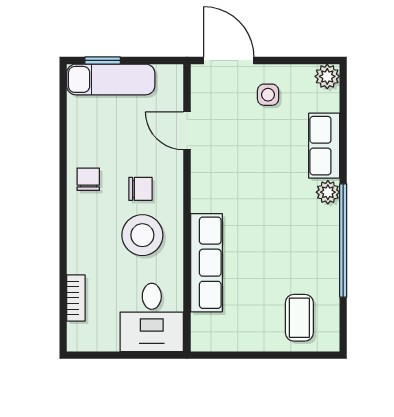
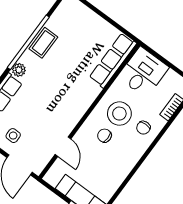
chair: (88, 179) -> (143, 128), moved
row of seats: (206, 263) -> (113, 60), moved
coffee table: (299, 318) -> (43, 43), moved

